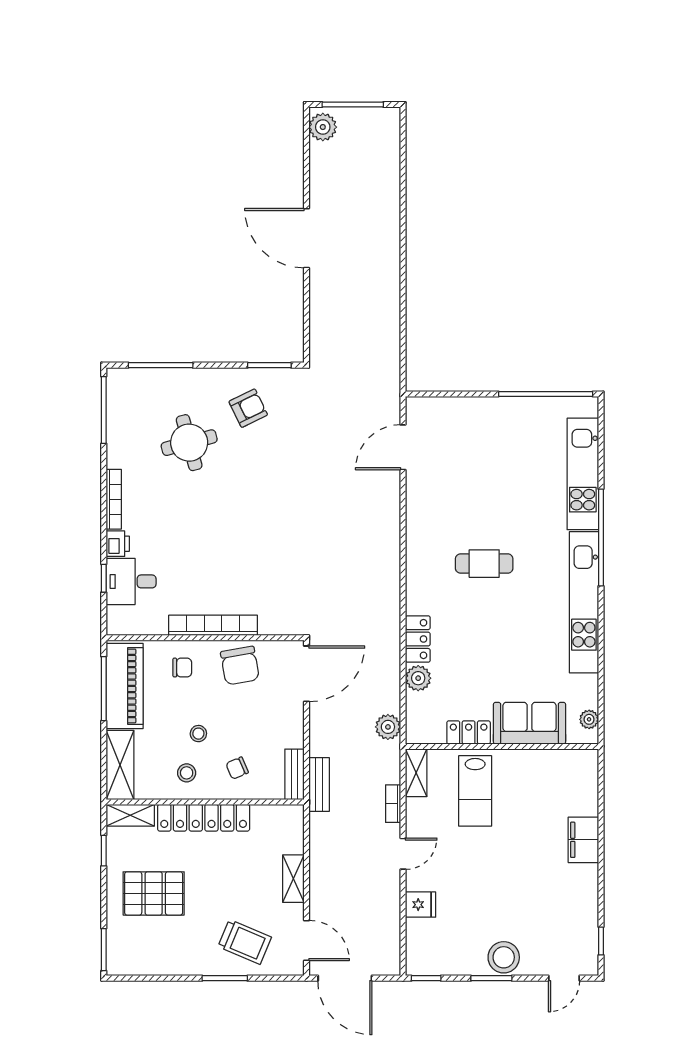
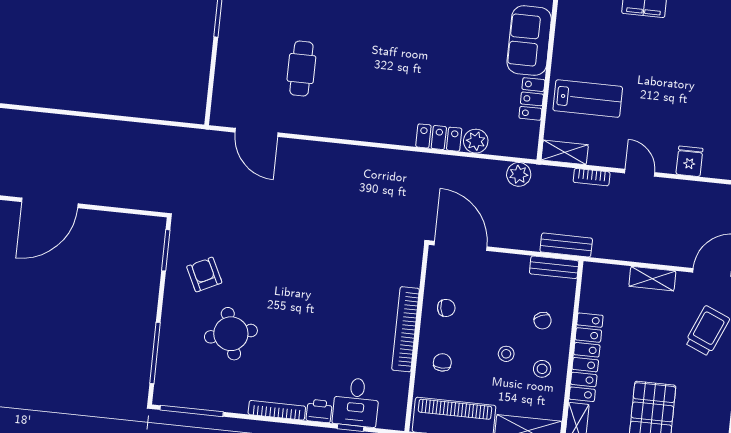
cafe table: (484, 564) -> (301, 68), moved
chair: (240, 666) -> (446, 308), width x0.54, depth x0.54

